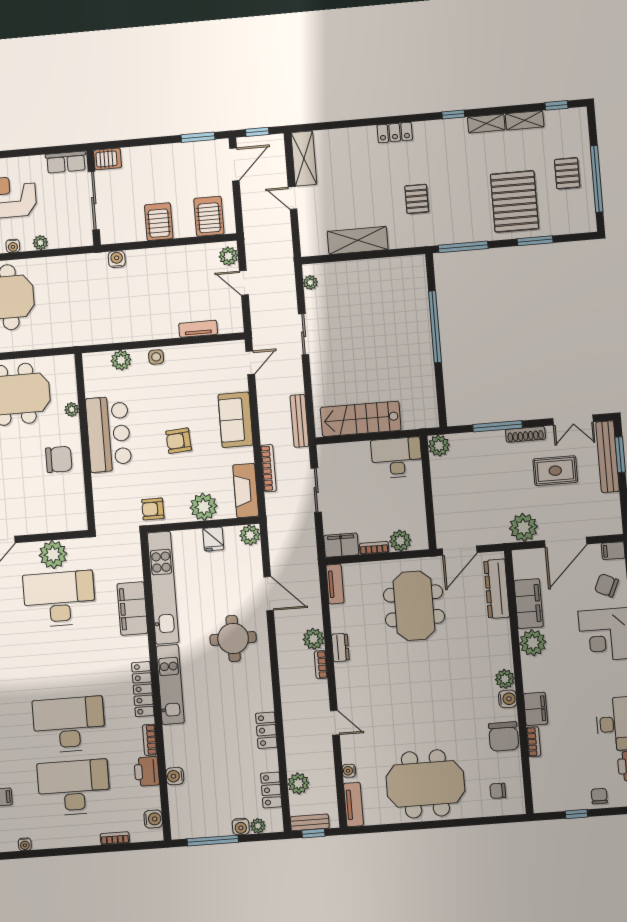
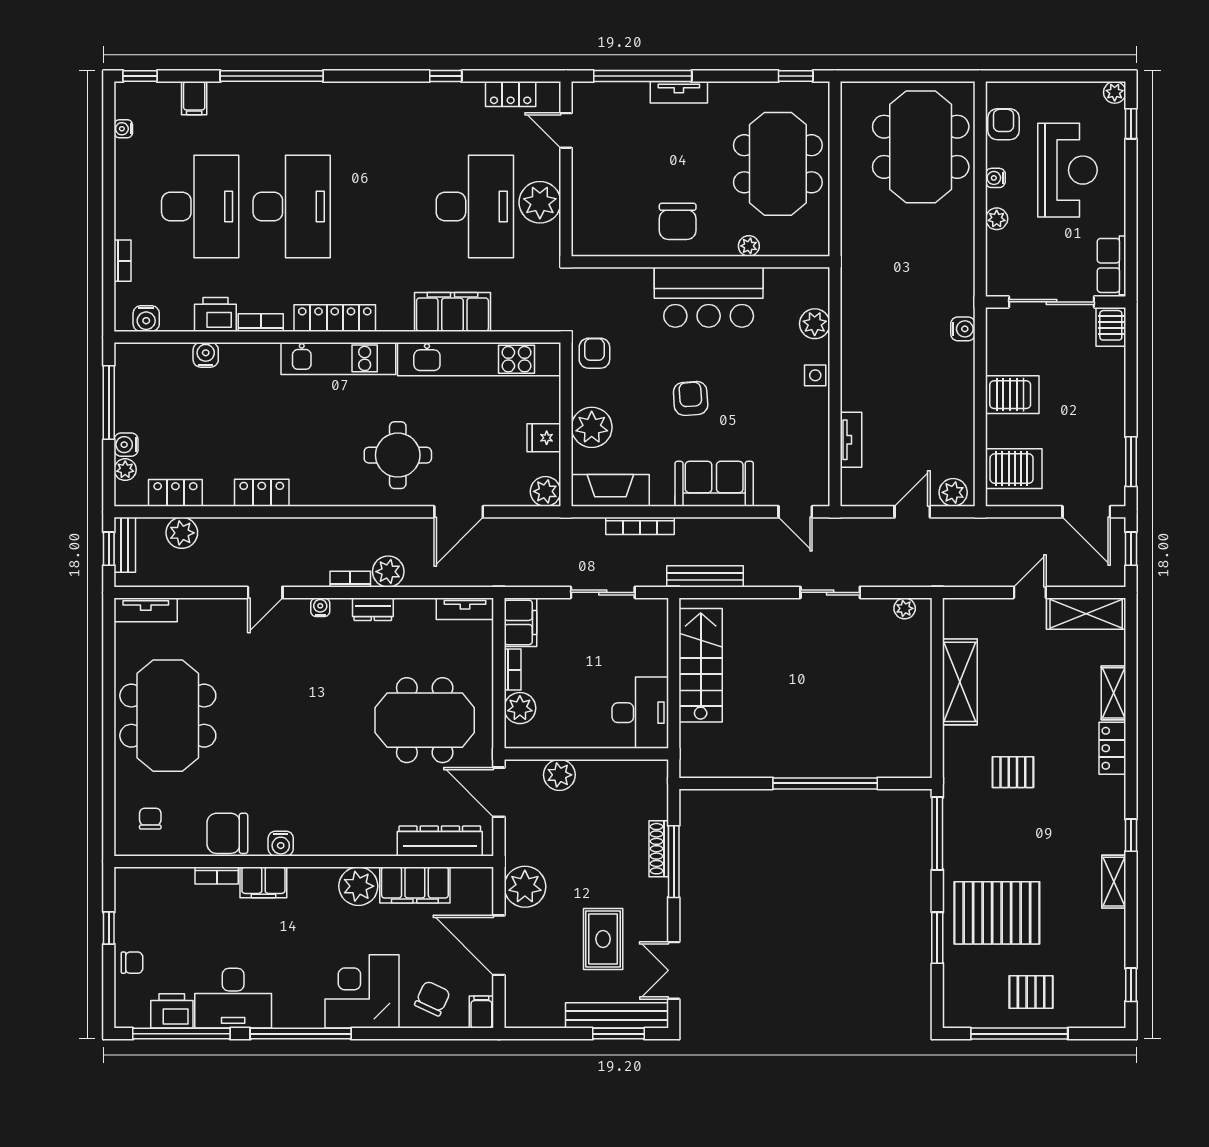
shelving: (525, 120) -> (1113, 693), moved
shoe rack: (525, 434) -> (659, 849), moved
plant: (439, 446) -> (559, 775), moved
plant: (505, 679) -> (310, 842), removed
water cooler: (349, 771) -> (320, 607), moved

